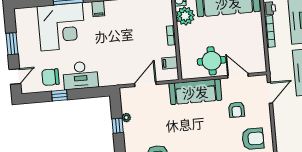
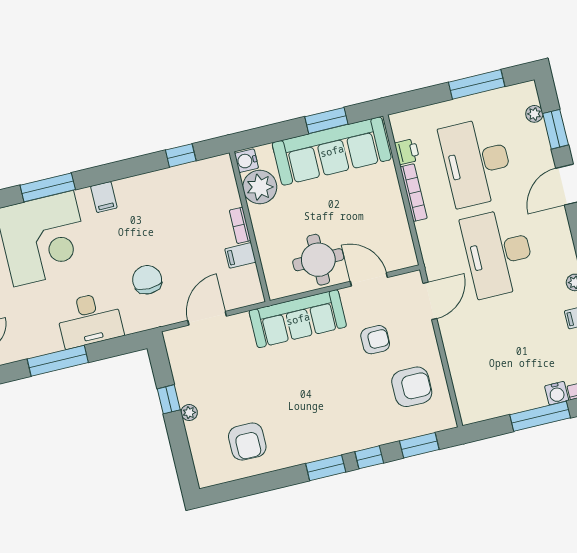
filing cabinet: (170, 63) -> (240, 255), moved
chair: (50, 77) -> (147, 280), moved, turned 90
window: (59, 95) -> (58, 361), width x2.17
armchair: (237, 110) -> (375, 340), turned -90
plant: (126, 118) -> (189, 413), moved

